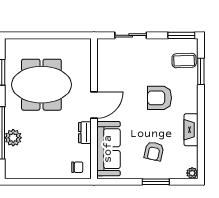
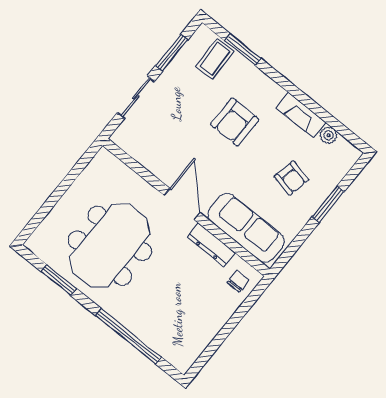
window: (181, 35) -> (172, 53), moved
dresser: (85, 133) -> (211, 245), width x1.44
plant: (13, 138) -> (145, 328), removed
plant: (192, 173) -> (329, 135), moved

